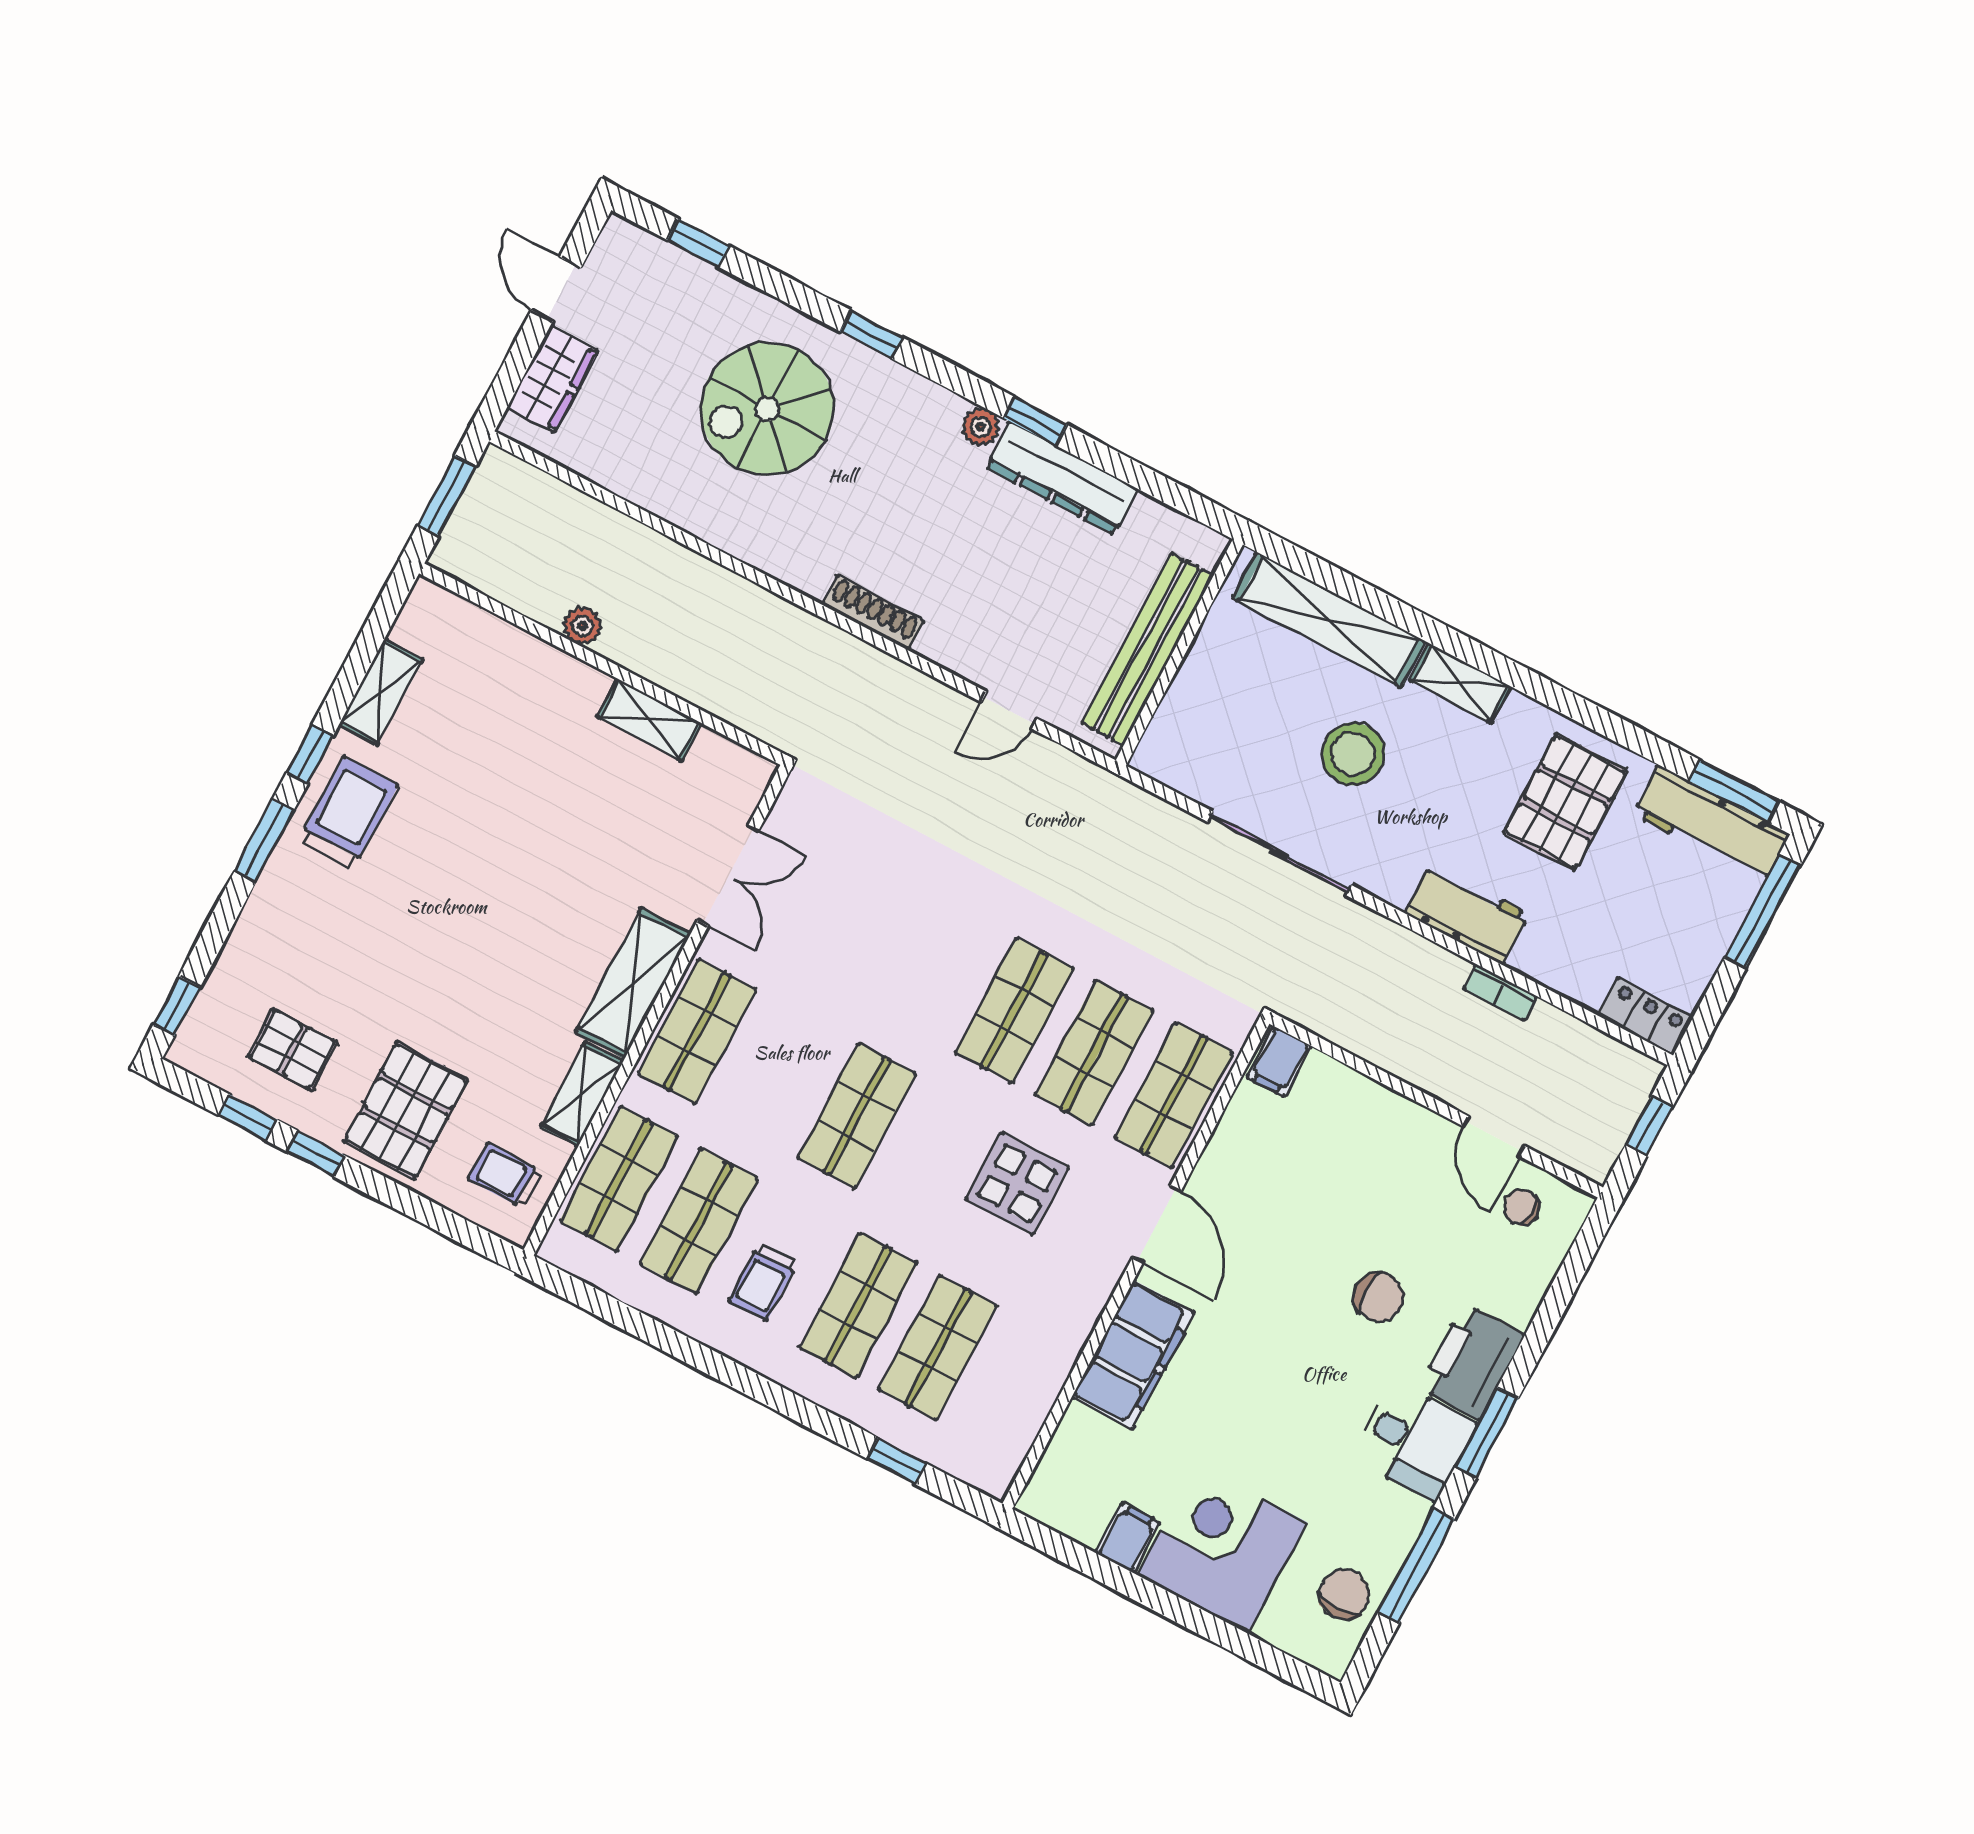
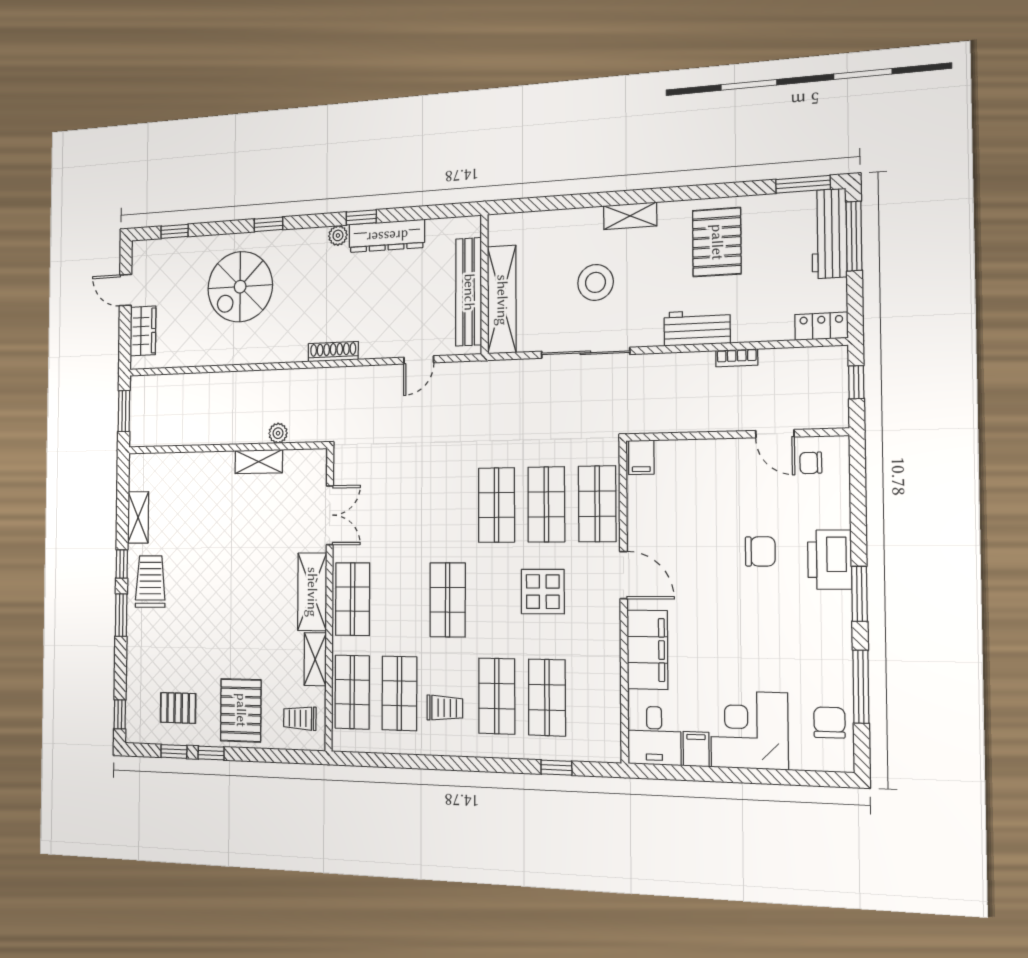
shelving: (1329, 620) -> (502, 300), moved, turned 90
plant: (582, 626) -> (278, 433), moved
workbench: (1711, 824) -> (829, 234), moved, turned 90
trolley: (763, 1282) -> (445, 708), turned -90
desk: (1414, 1441) -> (654, 736), moved, turned 90

